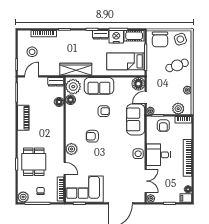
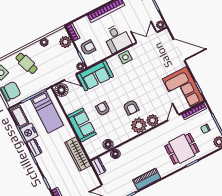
plant: (73, 87) -> (139, 125), moved

